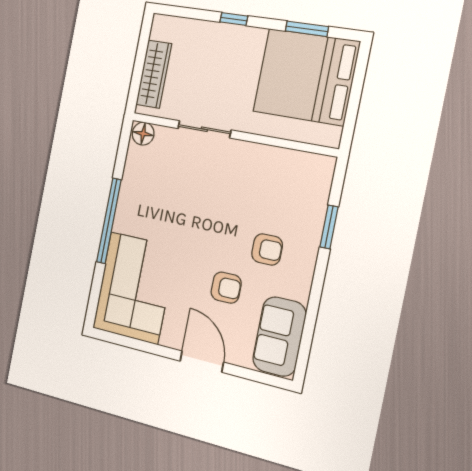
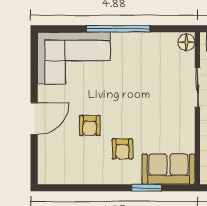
sofa: (279, 337) -> (168, 169), moved

